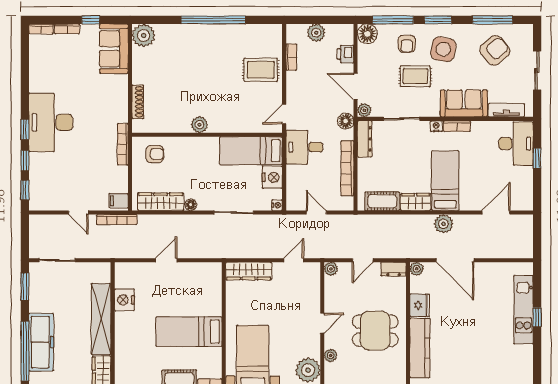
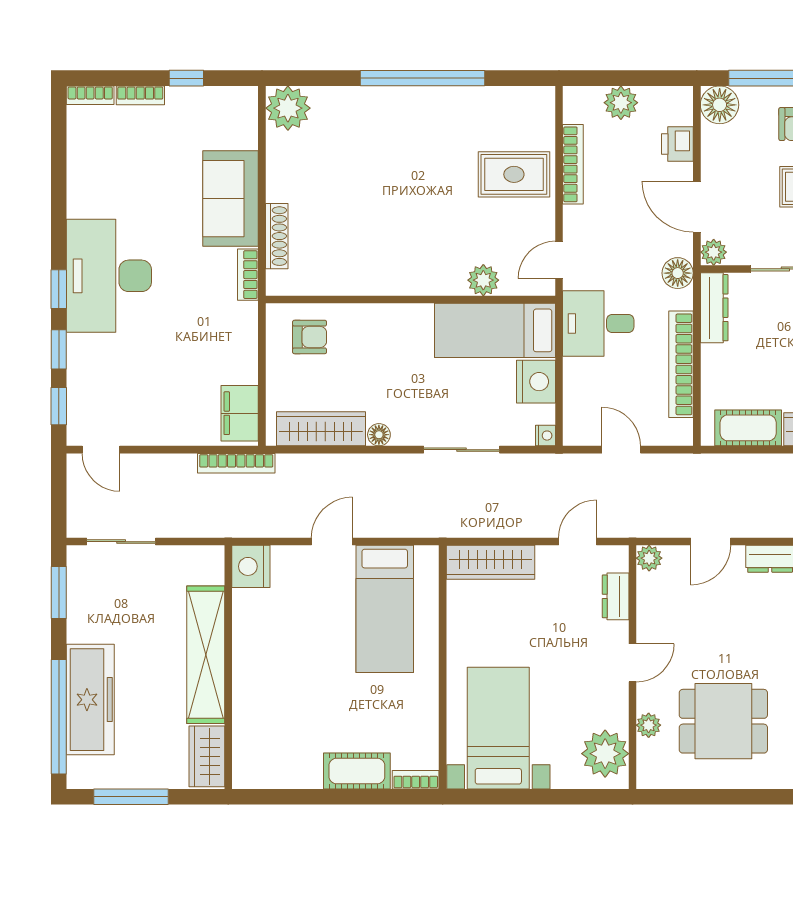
sofa: (114, 49) -> (231, 199), moved
bookcase: (291, 57) -> (573, 164), width x1.56
plant: (199, 125) -> (483, 280), moved
bookcase: (123, 144) -> (248, 275), moved, width x0.64
filing cabinet: (119, 201) -> (240, 413), width x2.00
door: (78, 213) -> (101, 450), moved
dresser: (313, 289) -> (616, 596), added
nightstand: (124, 300) -> (251, 566), moved
dining table: (375, 331) -> (723, 721), moved
bed: (189, 332) -> (385, 609), moved, turned -90

